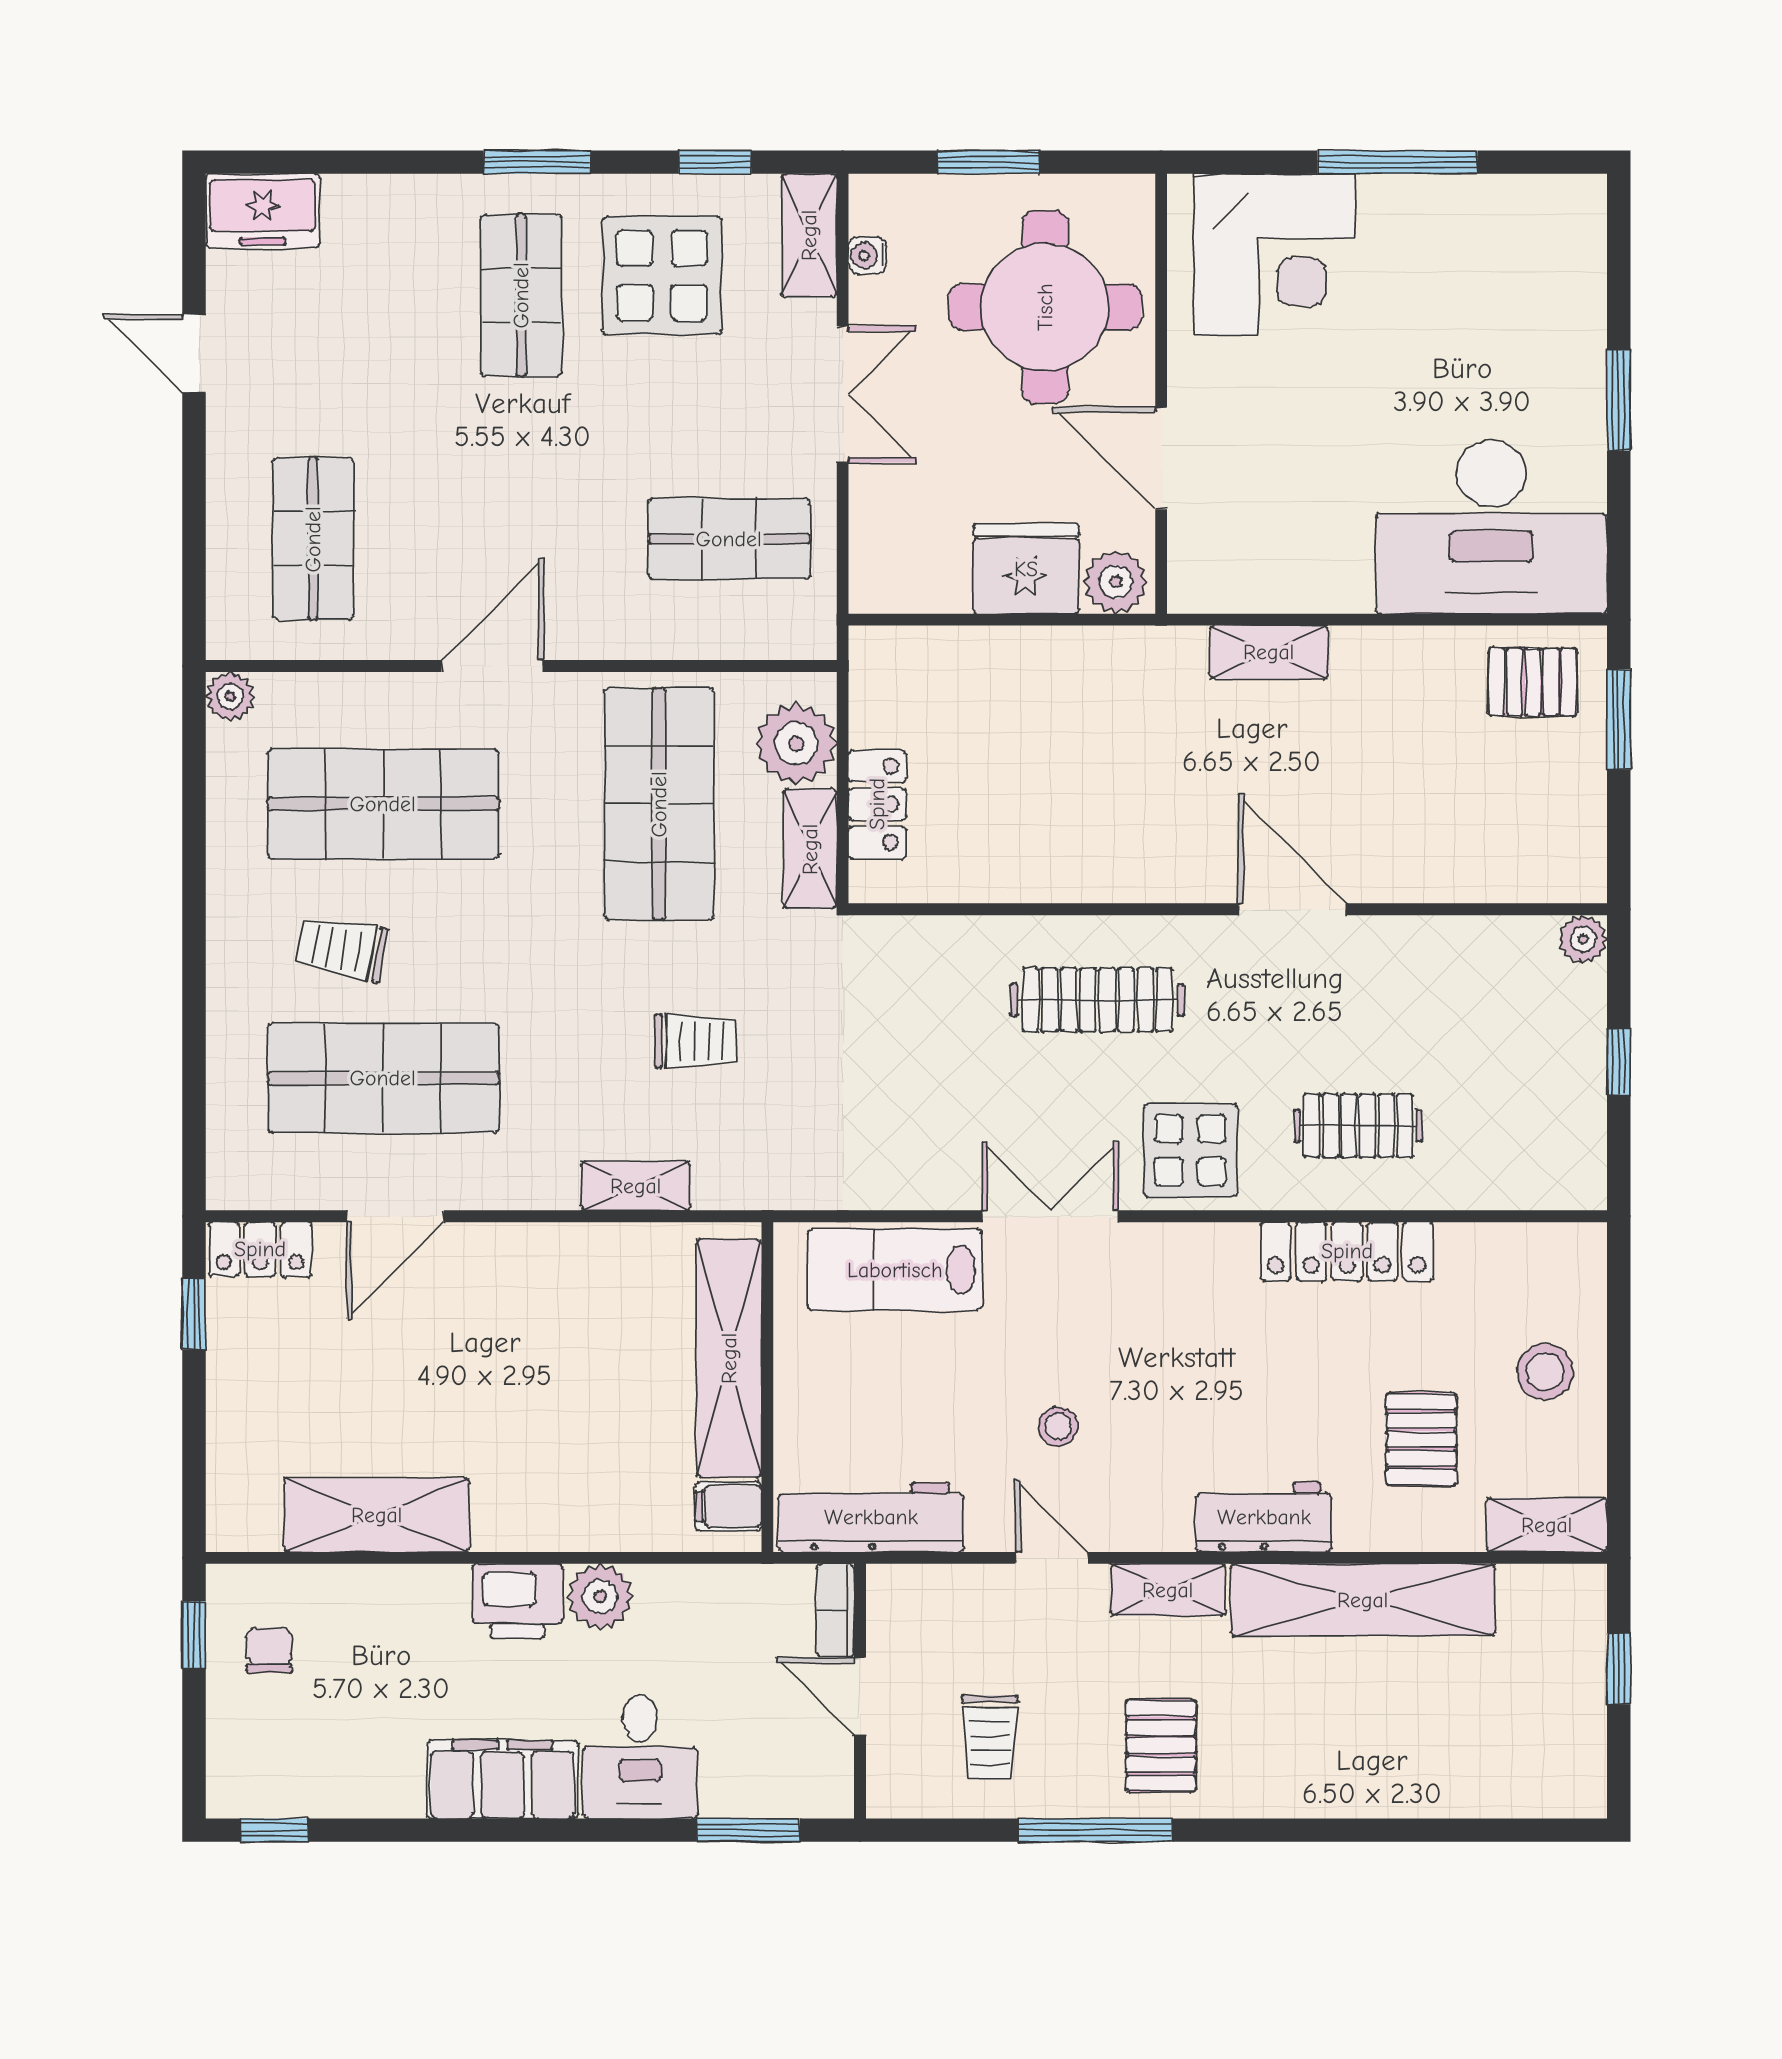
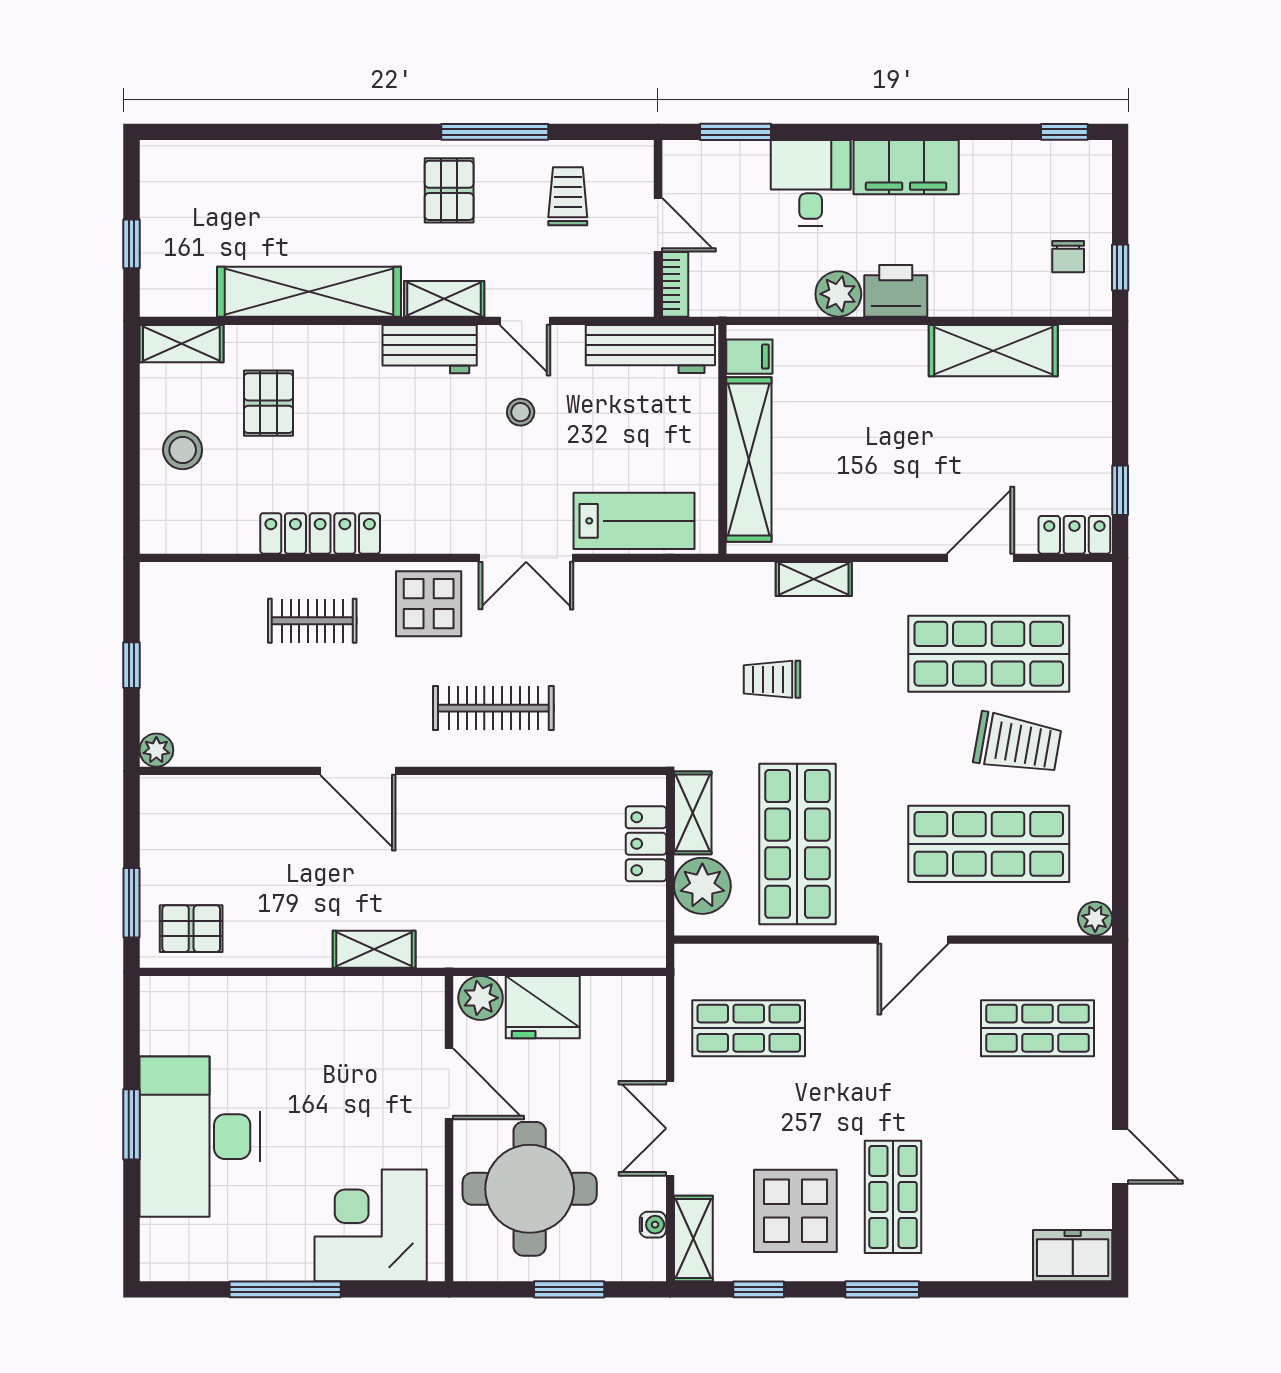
desk: (1491, 527) -> (200, 1137), moved, turned -90
shop shelf: (313, 539) -> (1038, 1028), turned 90
trolley: (342, 949) -> (1018, 743), width x1.36, depth x1.39
workbench: (1264, 1517) -> (430, 349), moved

